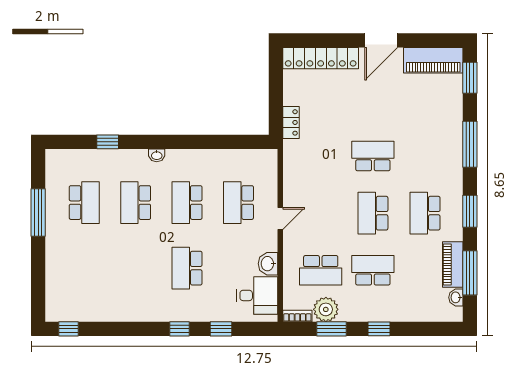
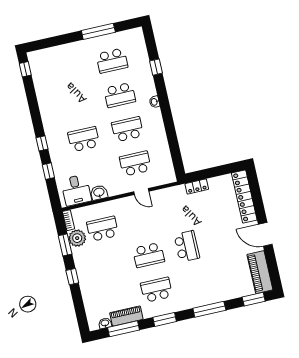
school desk: (136, 203) -> (120, 95), turned 180
school desk: (373, 213) -> (149, 255), turned 180
door: (280, 219) -> (141, 192), moved
school desk: (321, 270) -> (103, 229), turned 90
school desk: (373, 270) -> (110, 264), removed

